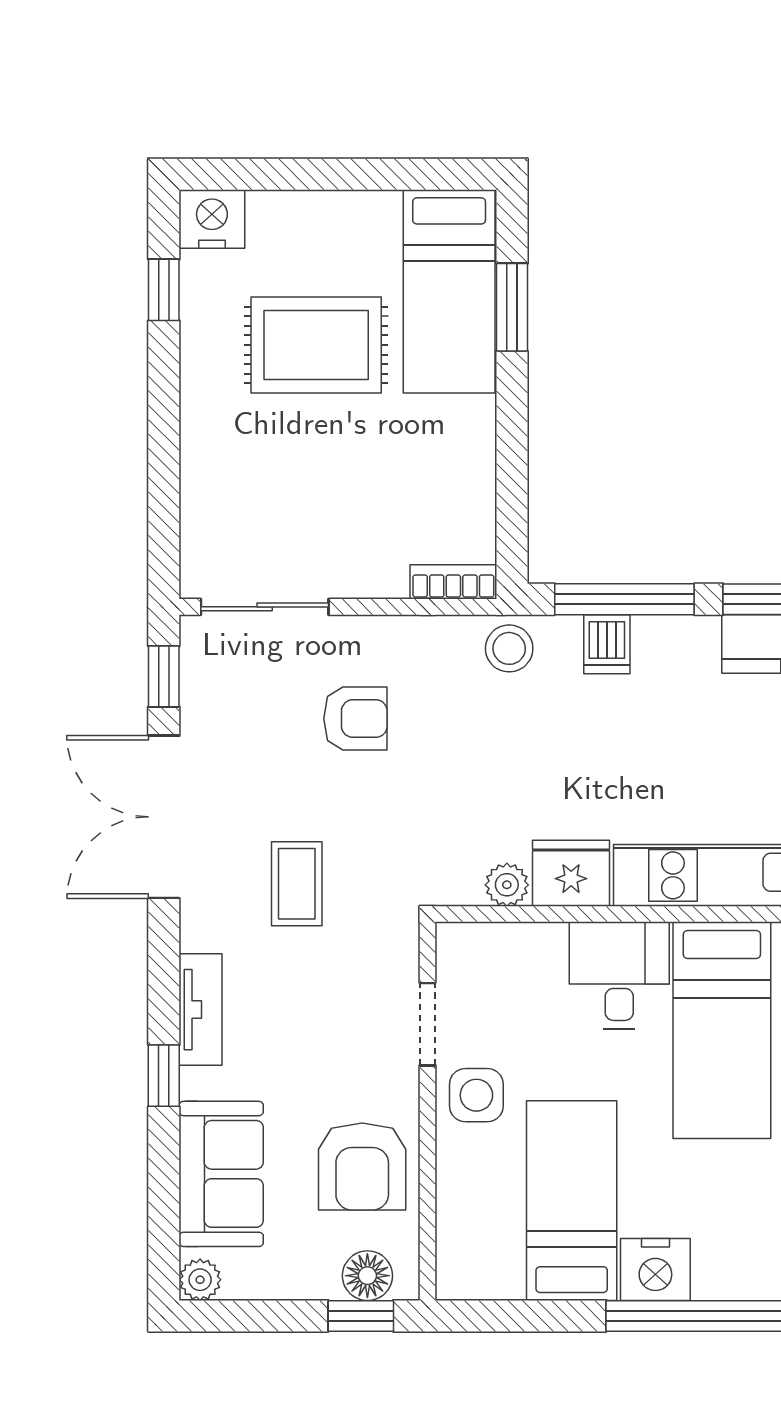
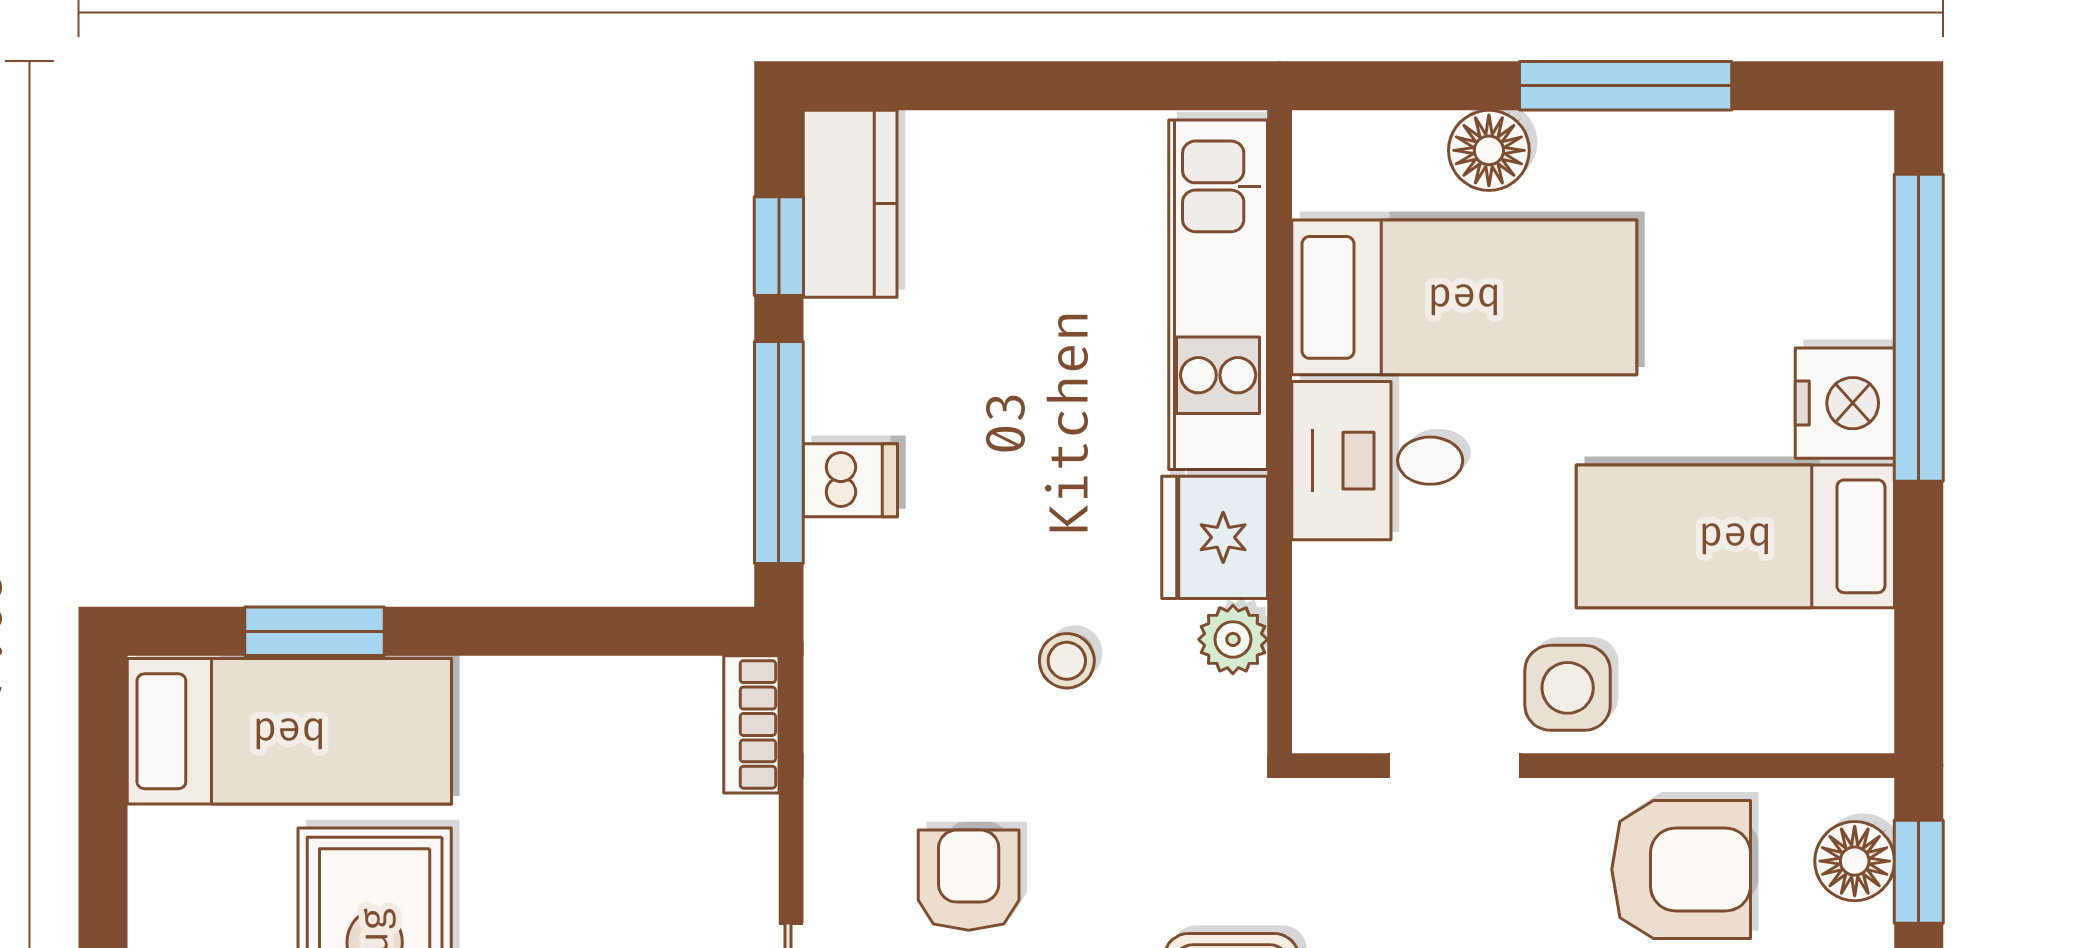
stool: (509, 648) -> (1067, 661), moved, width x0.73, depth x0.73

